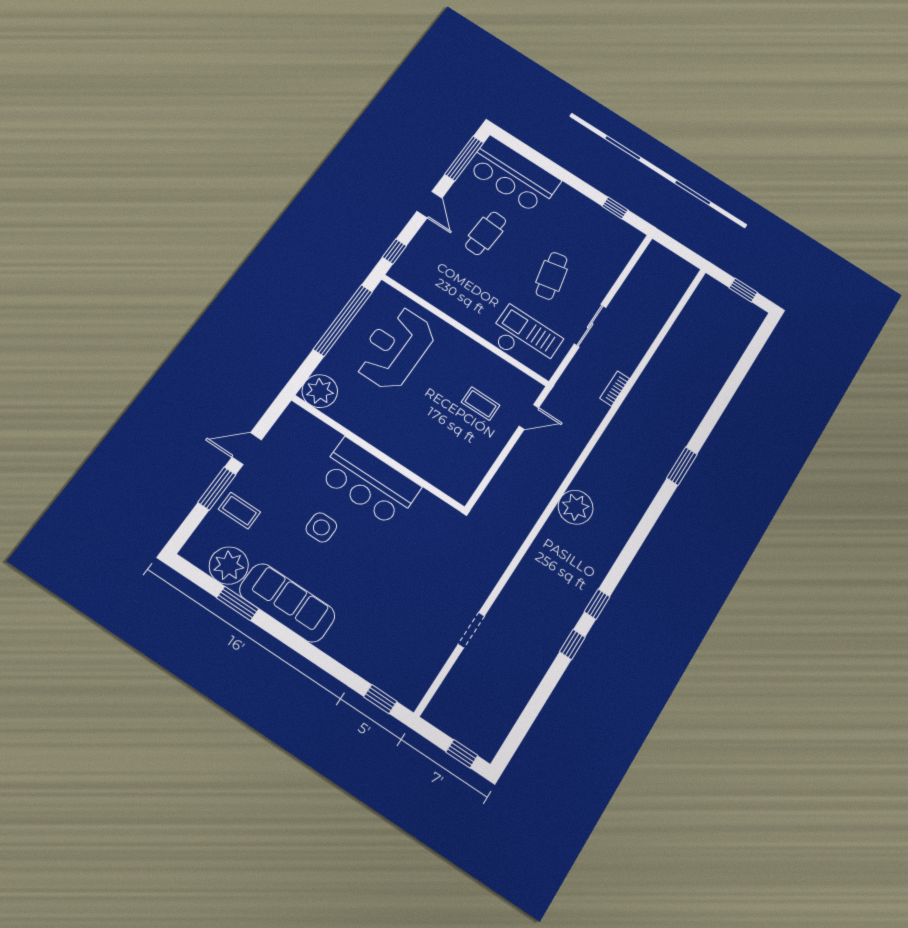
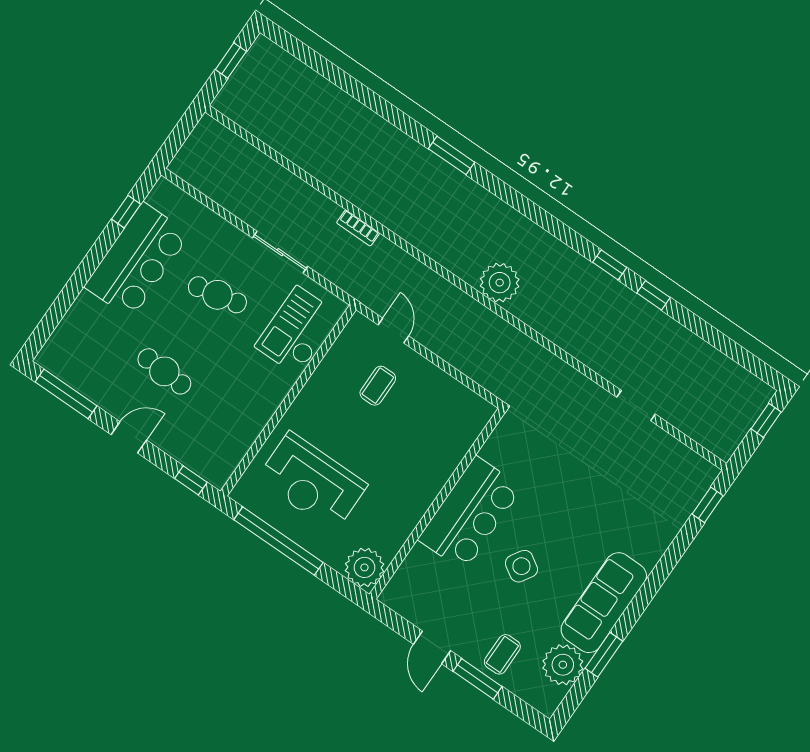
bar counter: (513, 175) -> (137, 260), moved
side table: (321, 527) -> (521, 566), turned 32

